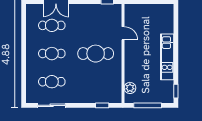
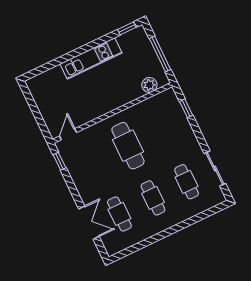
door: (123, 33) -> (68, 134), moved

